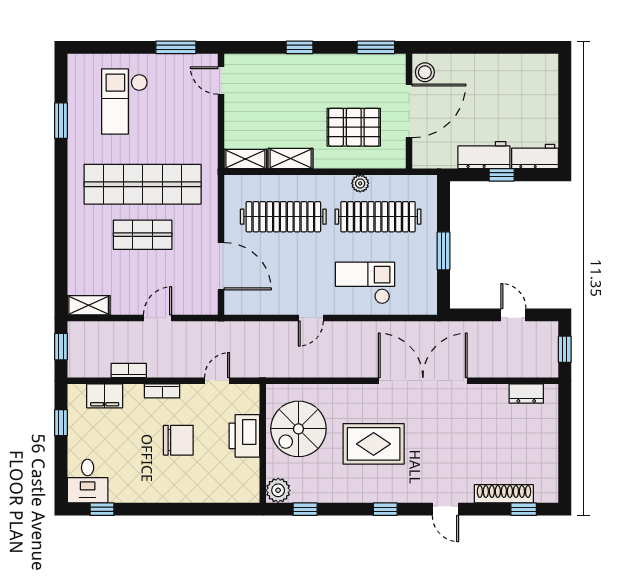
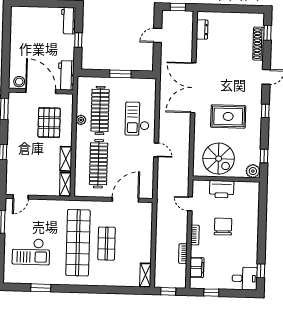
workbench: (484, 155) -> (66, 75), moved
door: (158, 318) -> (154, 236), removed
rug: (374, 444) -> (228, 116), turned 90

